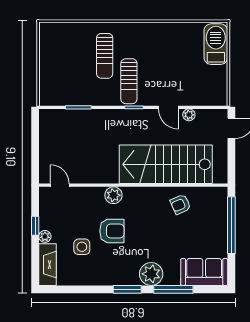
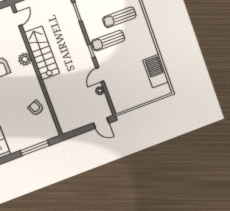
barbecue: (216, 44) -> (156, 71), moved, turned -90
stairs: (166, 164) -> (42, 53), moved, width x0.73, depth x0.66
window: (231, 225) -> (35, 148), width x0.68

